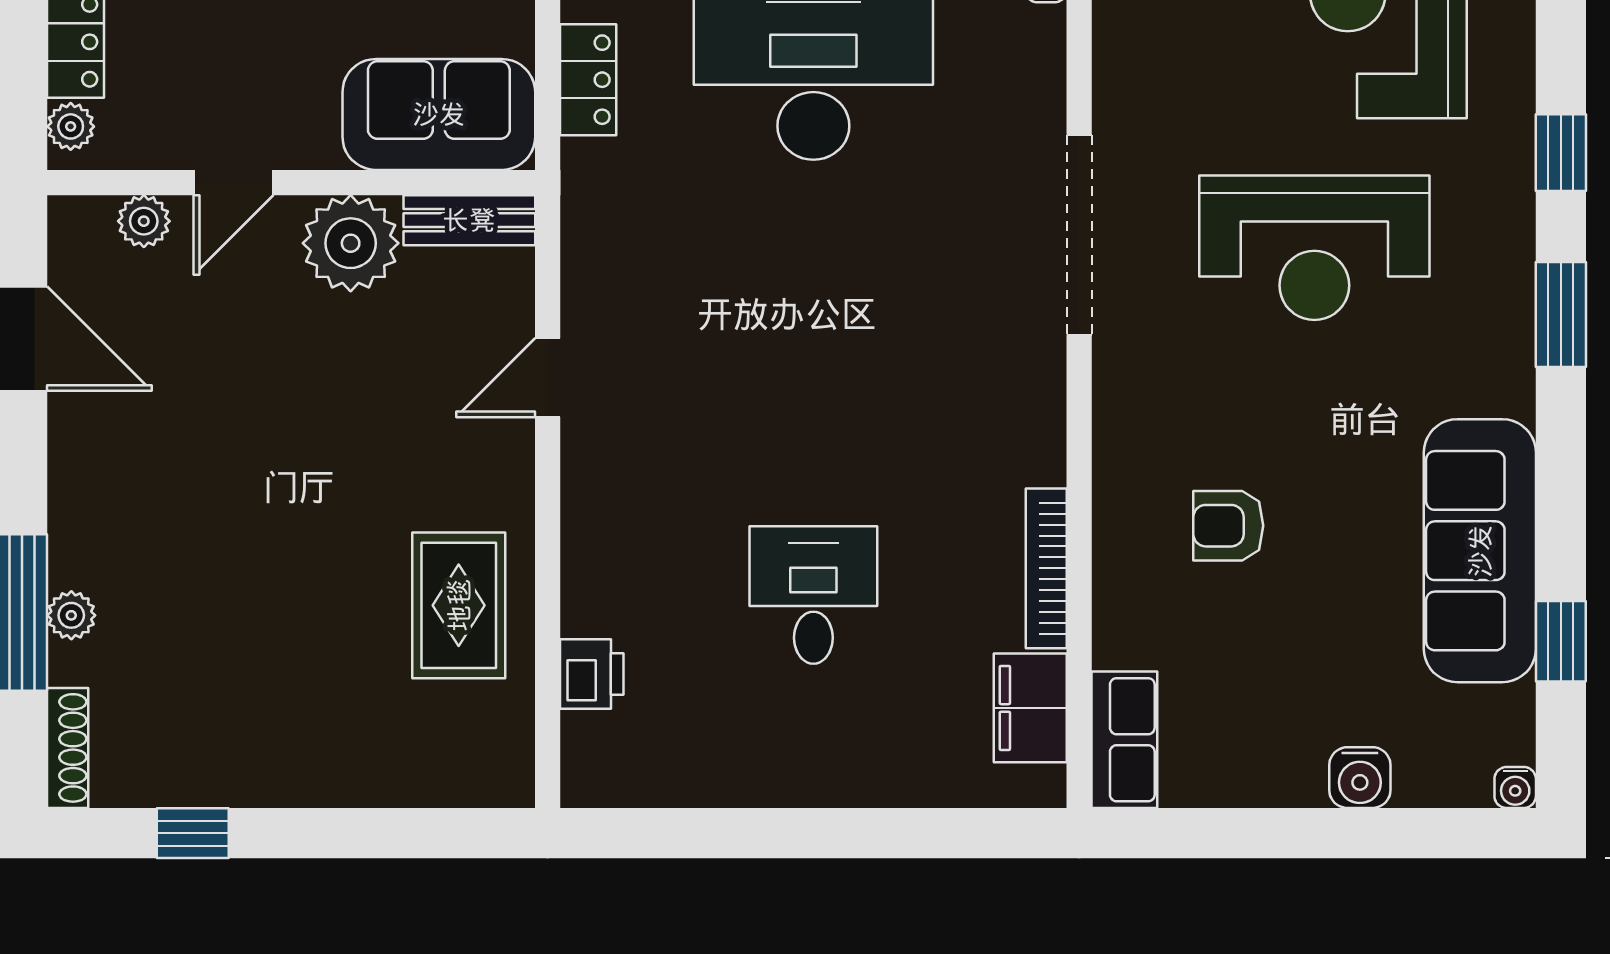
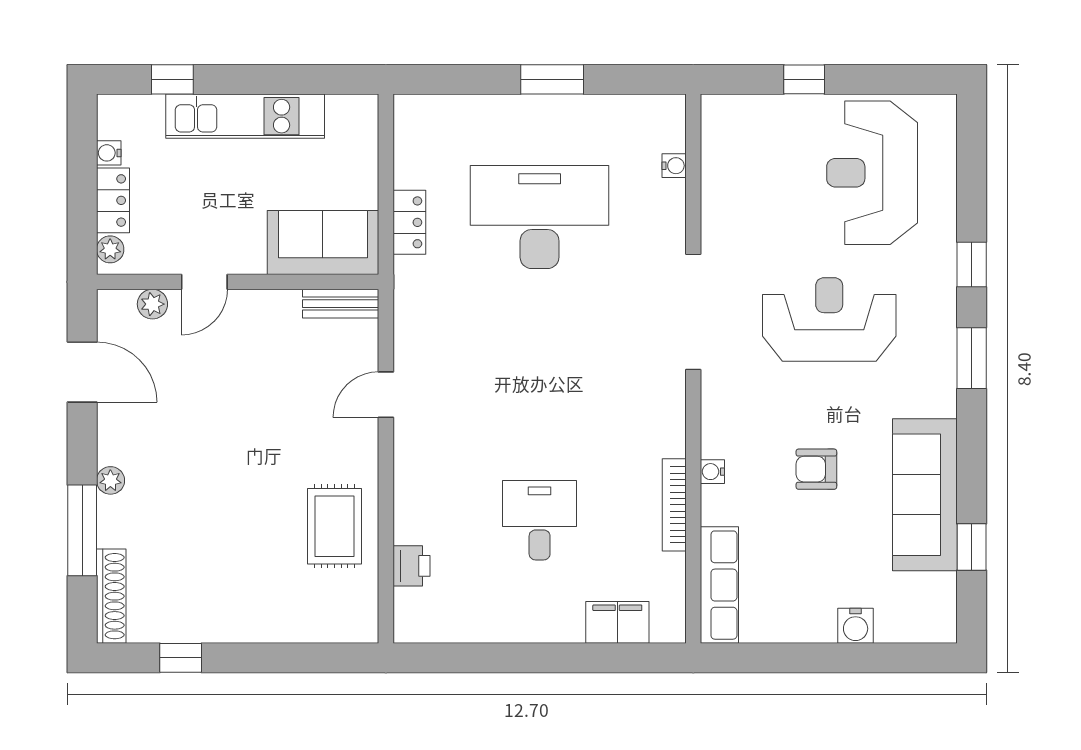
plant: (351, 243) -> (272, 317), removed
reception desk: (1314, 248) -> (829, 319), turned 180
armchair: (1228, 526) -> (816, 469), moved
plant: (71, 615) -> (110, 480), moved
filing cabinet: (1030, 708) -> (617, 622), moved, turned 90
row of seats: (1124, 740) -> (719, 585), width x1.48
shoe rack: (68, 748) -> (111, 596), width x1.36, depth x1.24
water cooler: (1515, 787) -> (712, 472), moved, turned 90

